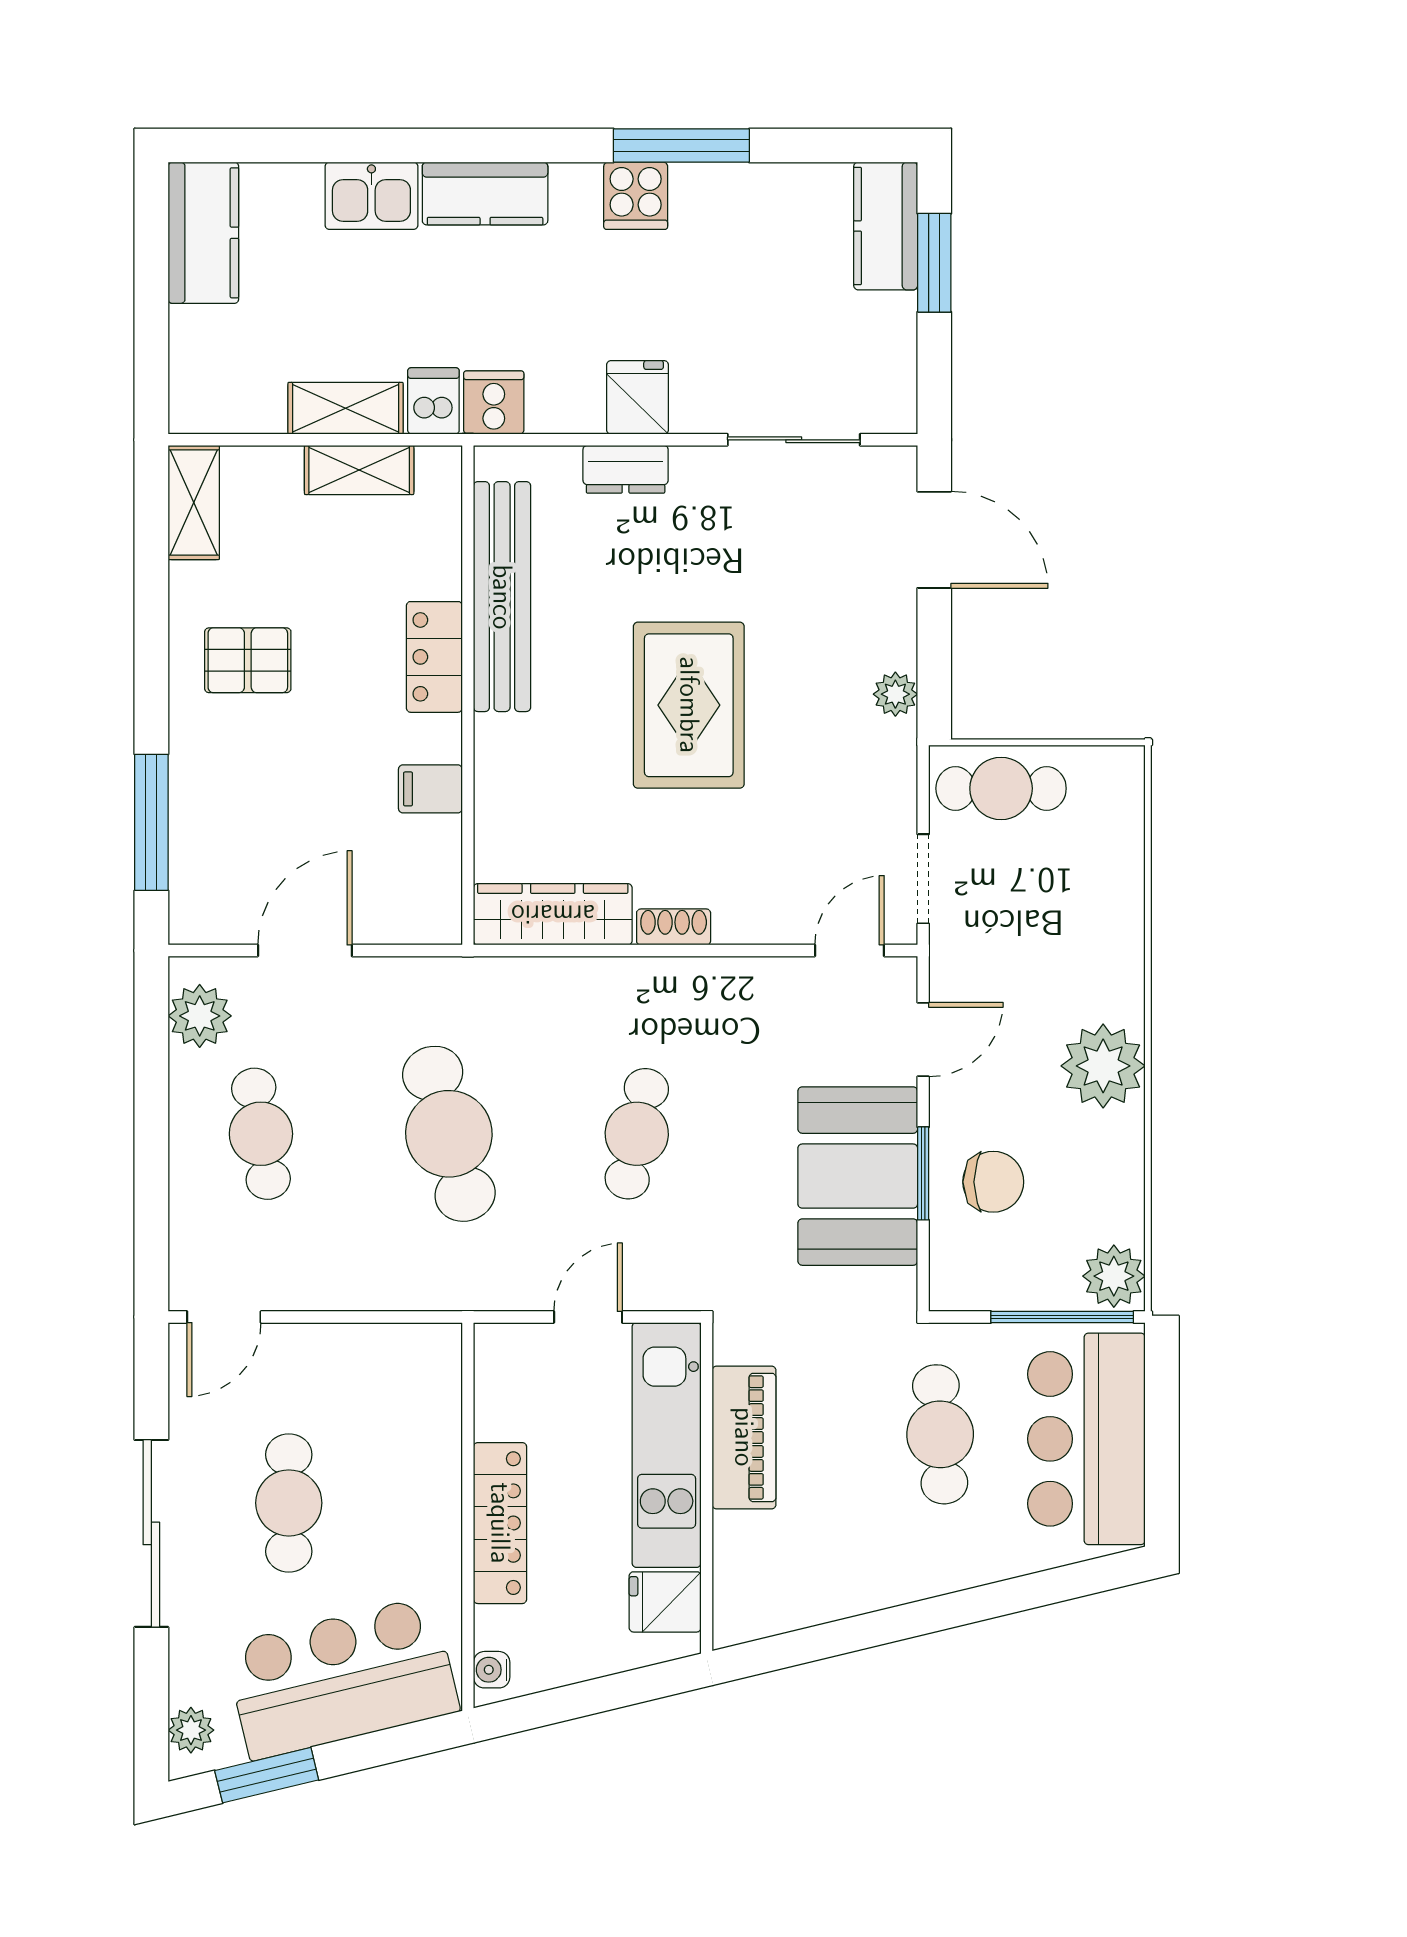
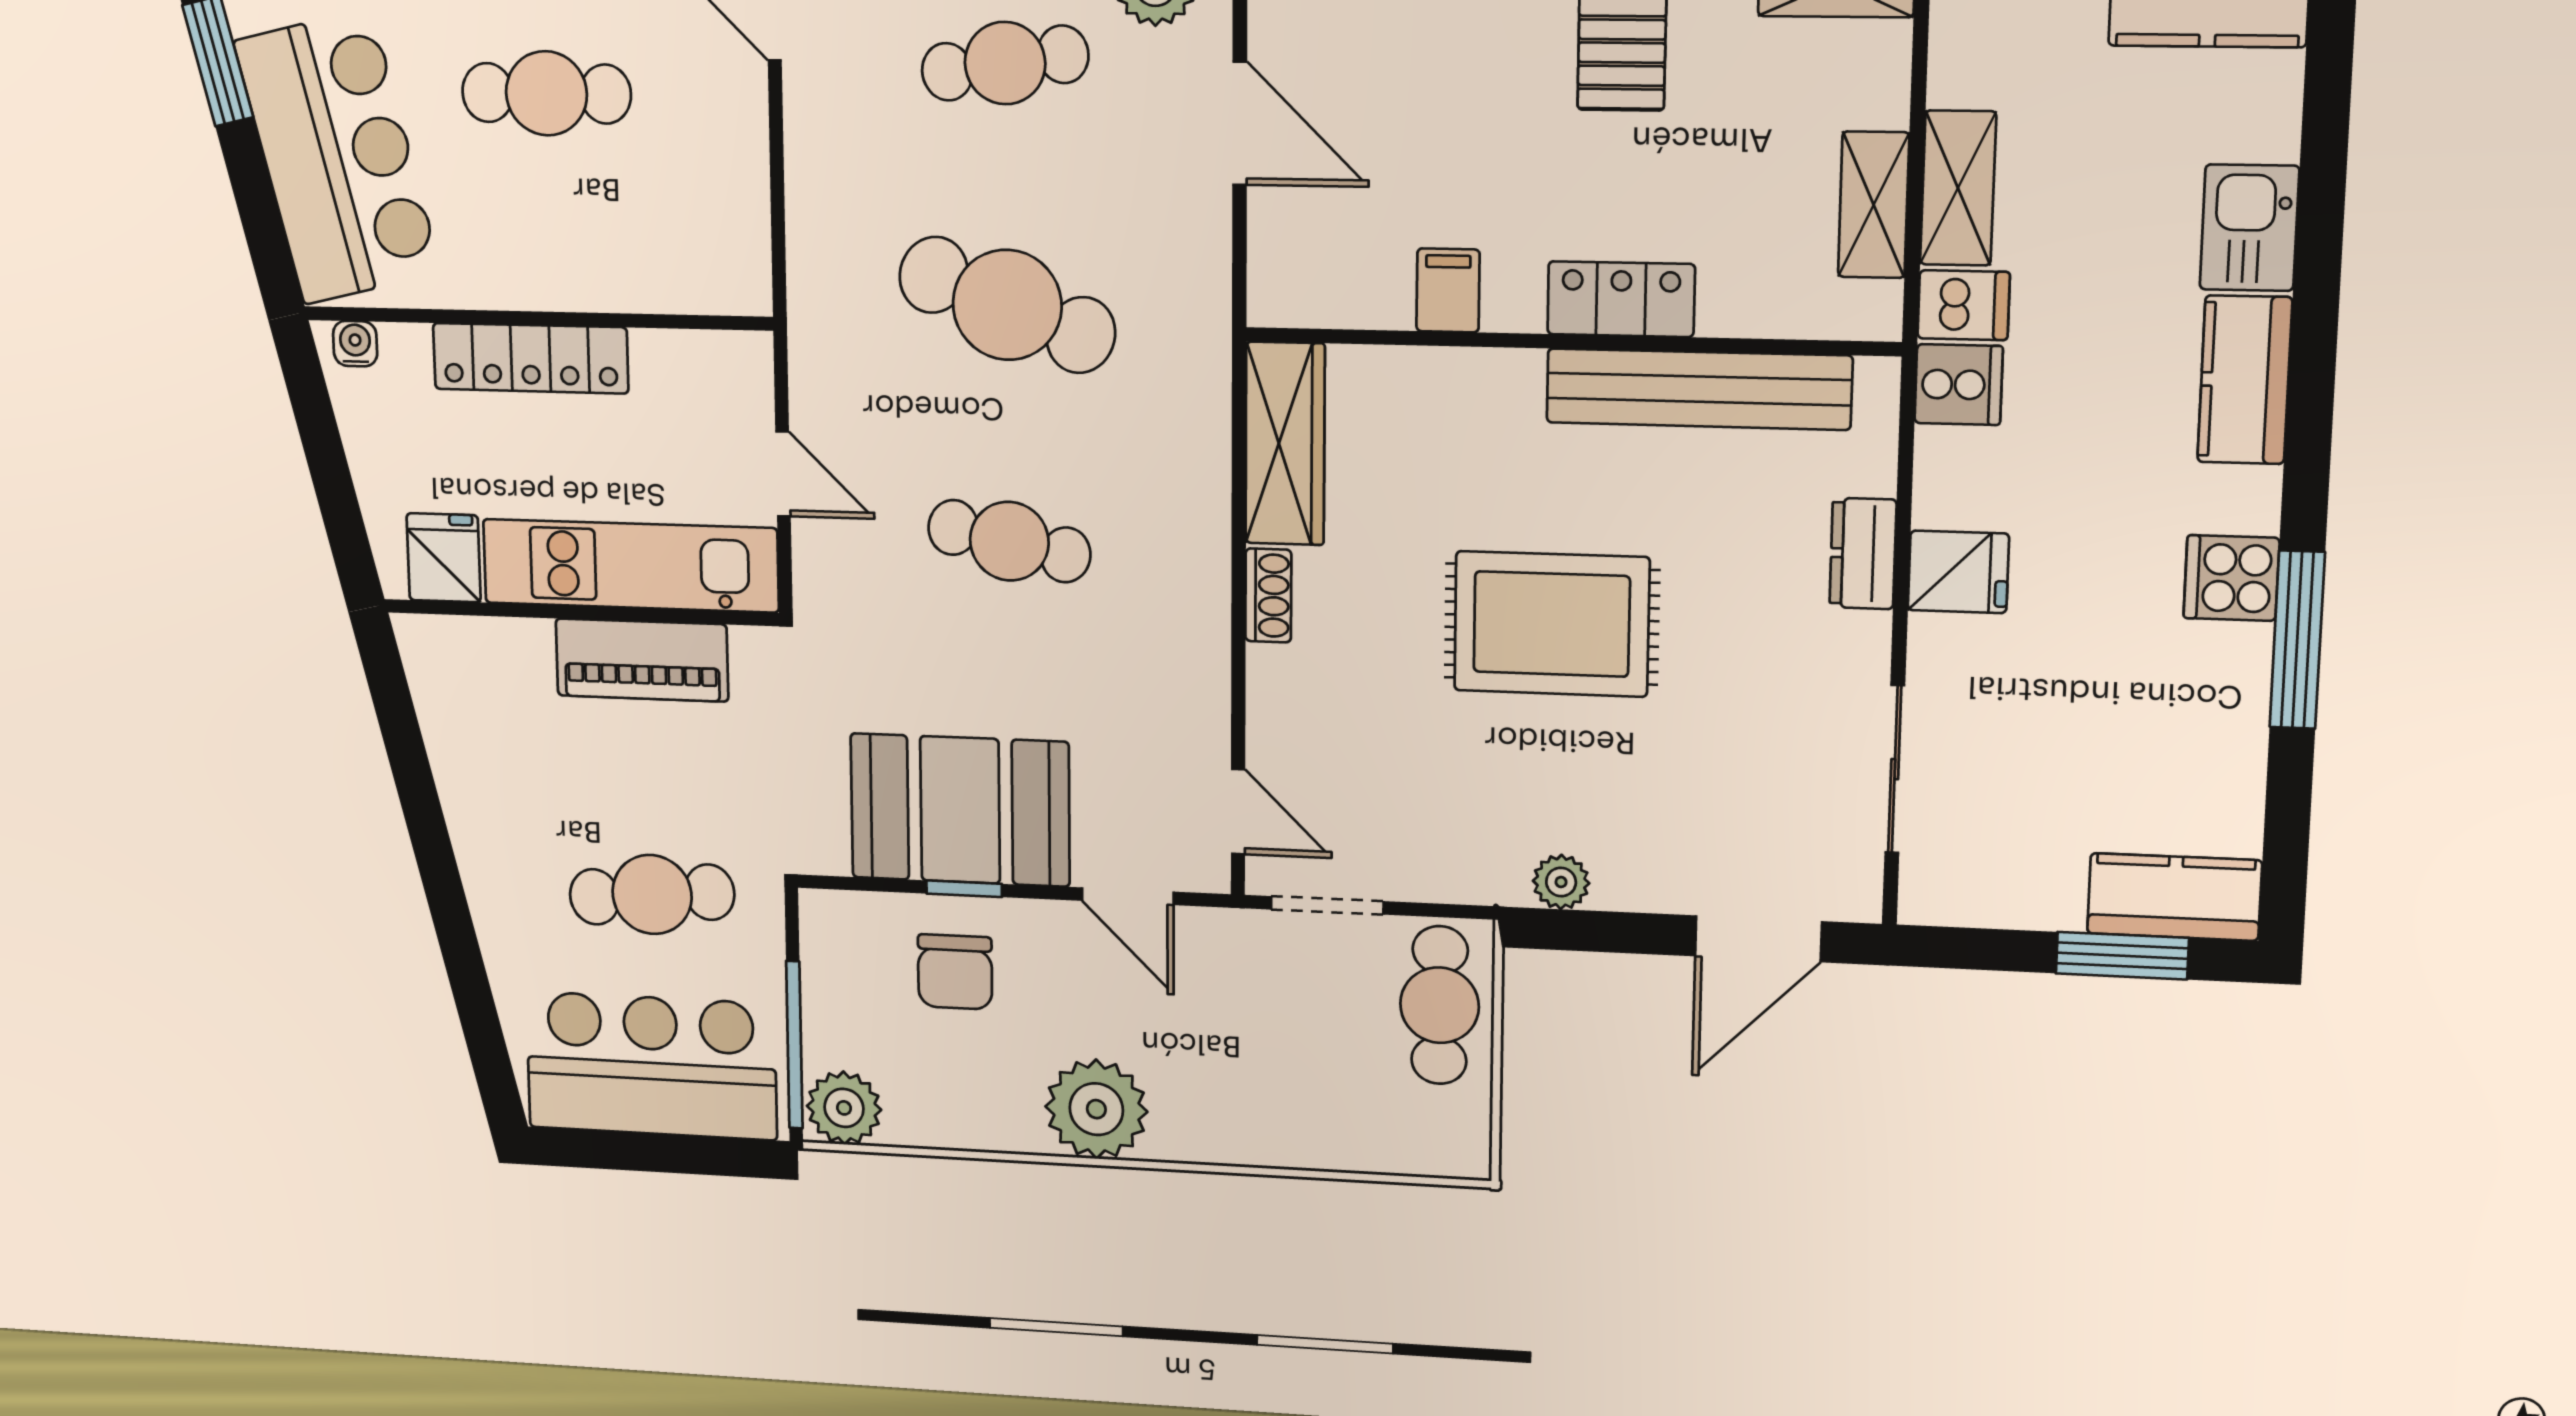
cafe table: (449, 1134) -> (1007, 305), turned 36
window: (923, 1173) -> (964, 889), width x0.67

